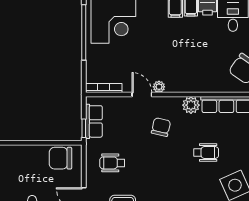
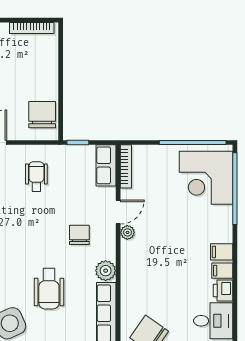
row of seats: (94, 121) -> (106, 165), moved, turned 90
chair: (161, 127) -> (79, 235), turned -103
wheelchair: (206, 152) -> (49, 289), width x1.36, depth x1.37

